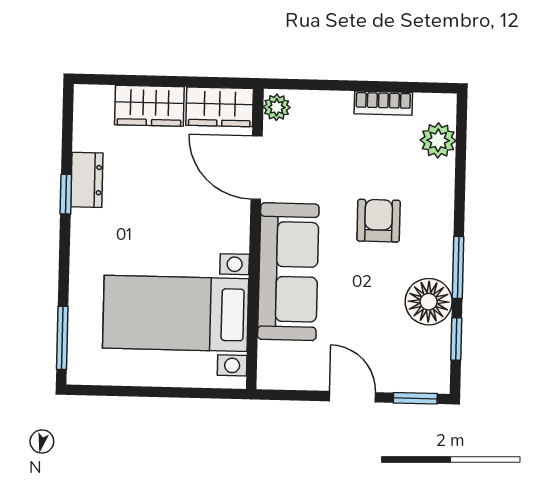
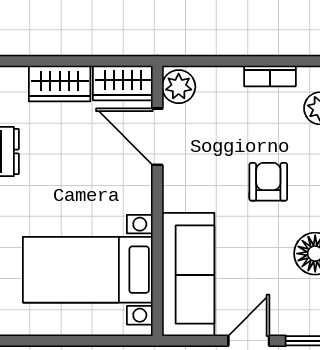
plant: (277, 107) -> (179, 87), width x1.38, depth x1.38
sofa: (288, 272) -> (188, 275), moved
door: (352, 397) -> (249, 341), hinge flipped

